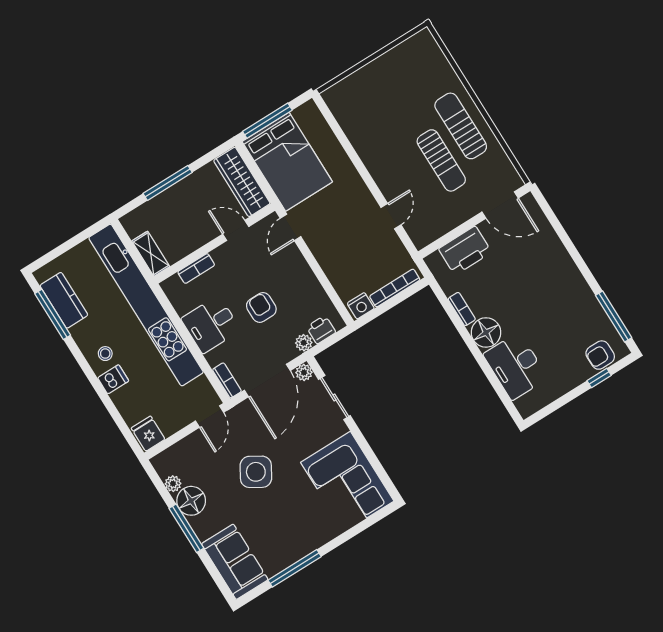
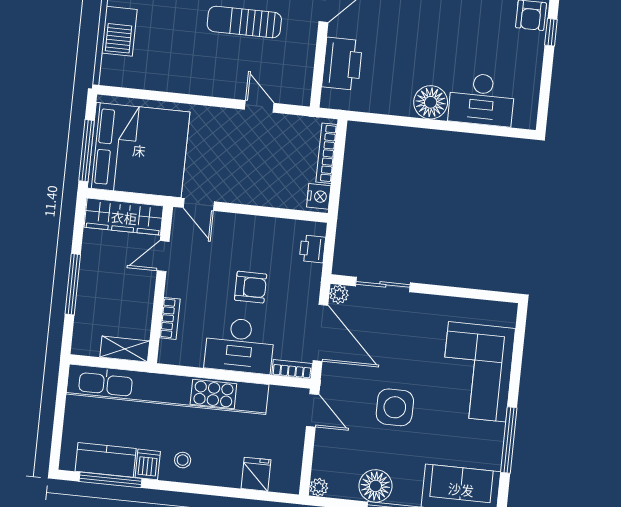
barbecue: (368, 79) -> (119, 31), added
sun lounger: (441, 160) -> (244, 22), turned 180
bed: (287, 162) -> (139, 150), width x1.36
armchair: (261, 307) -> (251, 287), turned 180
bookcase: (462, 309) -> (392, 108), removed
desk: (211, 324) -> (239, 345), width x1.37
plant: (304, 343) -> (312, 274), removed
dishwasher: (113, 379) -> (148, 464), moved
fridge: (148, 434) -> (256, 474), moved, turned 90
side table: (256, 472) -> (395, 407), turned -31
corner sofa: (347, 482) -> (477, 372), moved, turned 90
plant: (173, 484) -> (319, 487), moved

